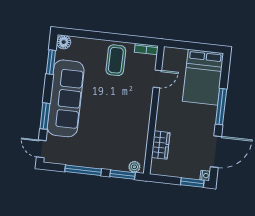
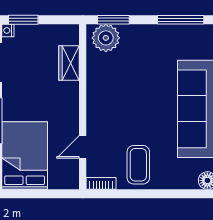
plant: (134, 167) -> (106, 38), width x1.87, depth x1.87
window: (83, 170) -> (181, 20), moved

